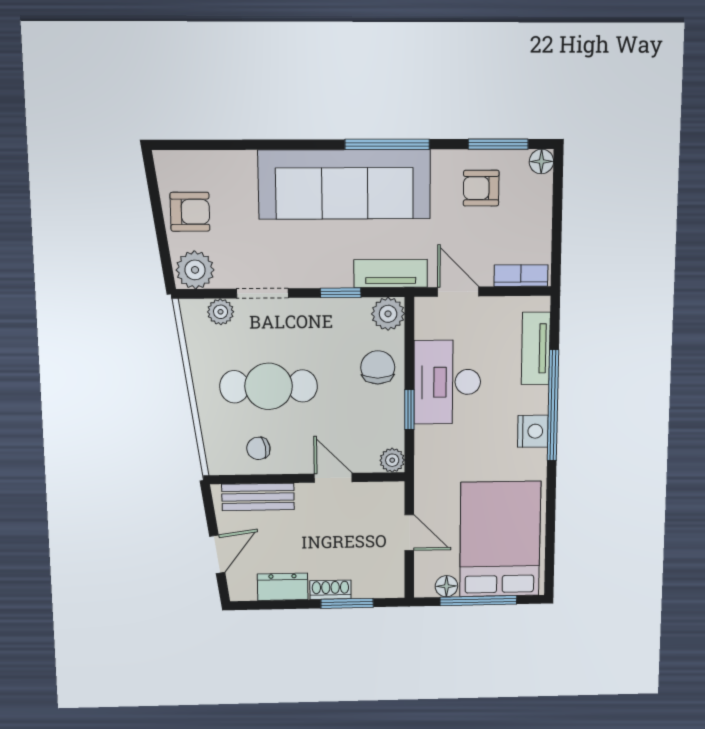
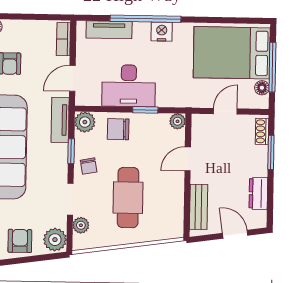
chair: (258, 448) -> (89, 166), moved
shoe rack: (330, 590) -> (262, 131), moved

